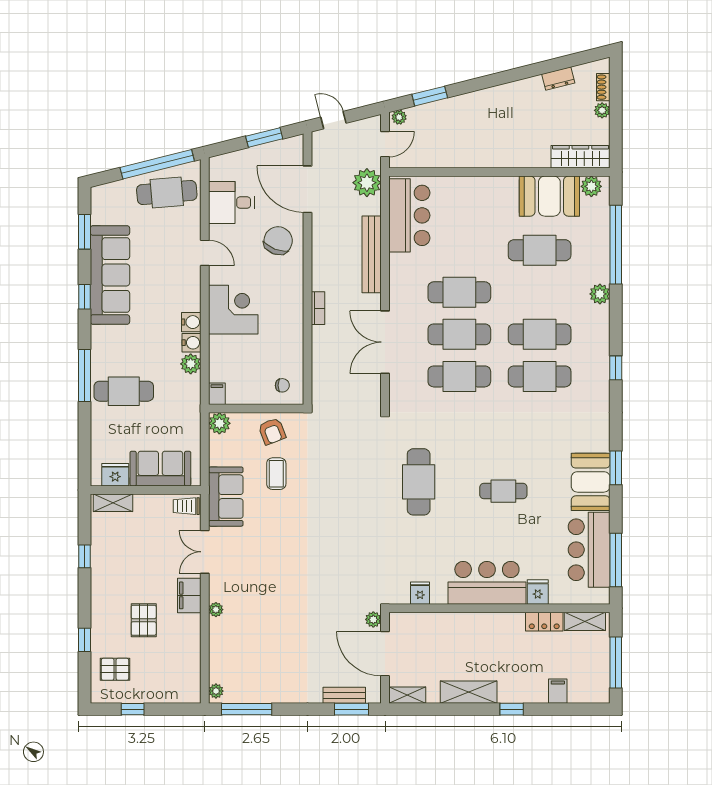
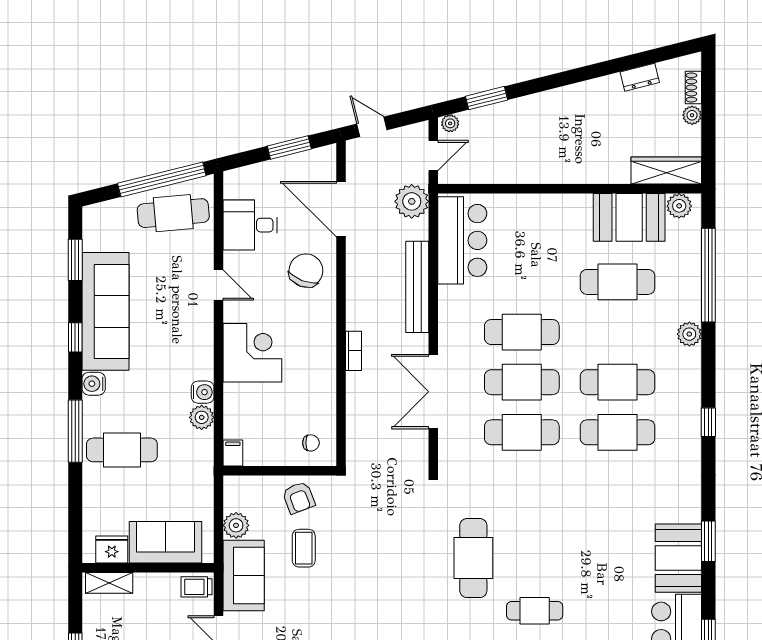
water cooler: (191, 322) -> (94, 384), moved, turned 180
plant: (219, 423) -> (236, 525), moved
cafe table: (503, 491) -> (535, 611), moved

